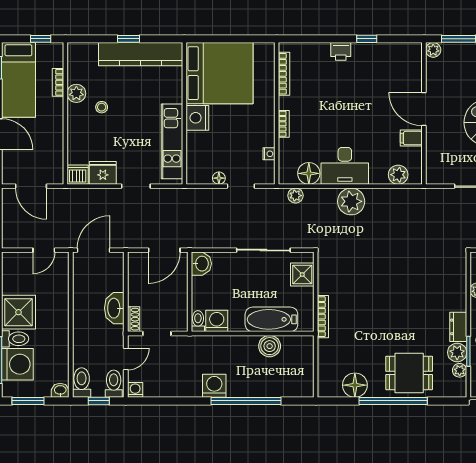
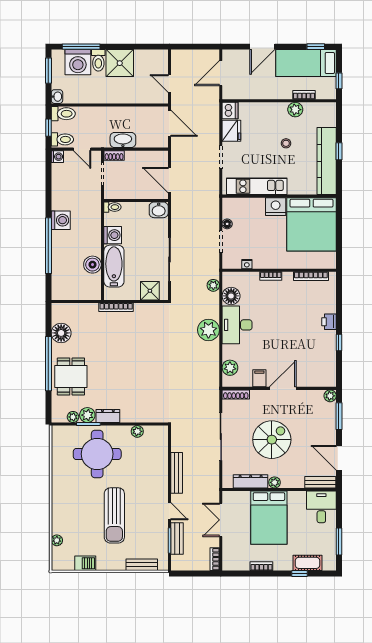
stool: (102, 107) -> (286, 143), moved
shoe rack: (432, 167) -> (236, 394), added
washing machine: (217, 321) -> (113, 235), moved

